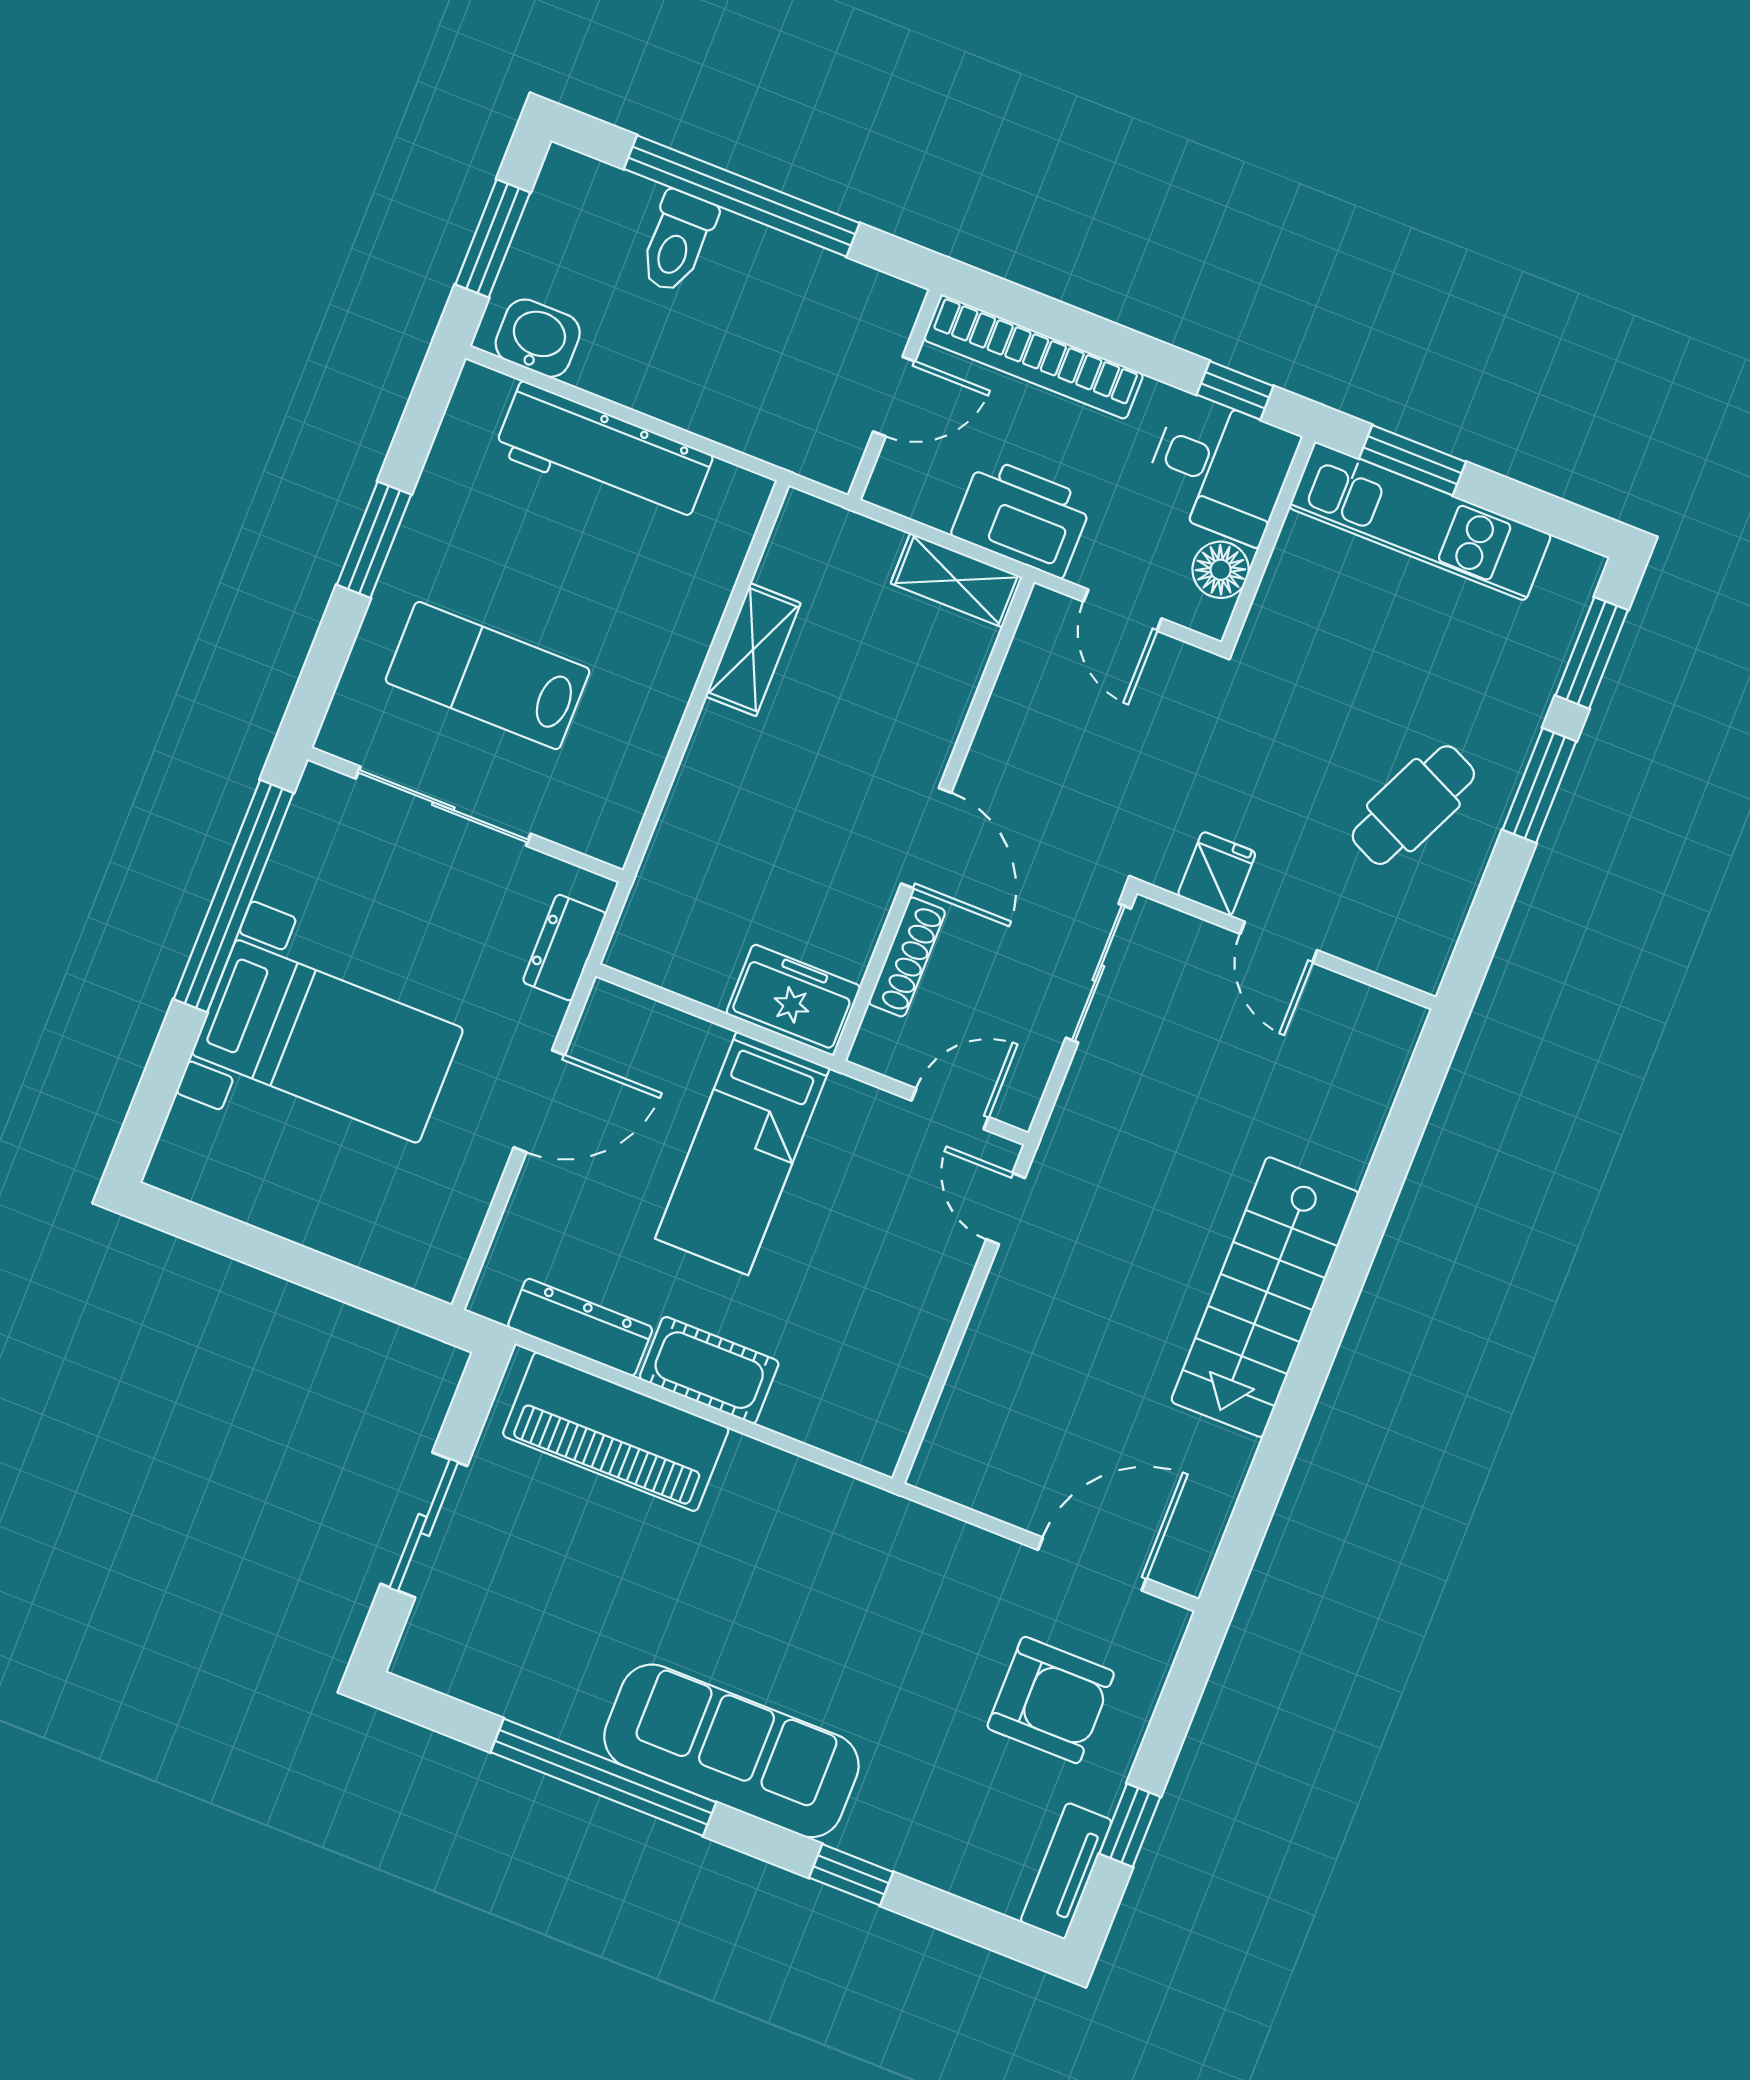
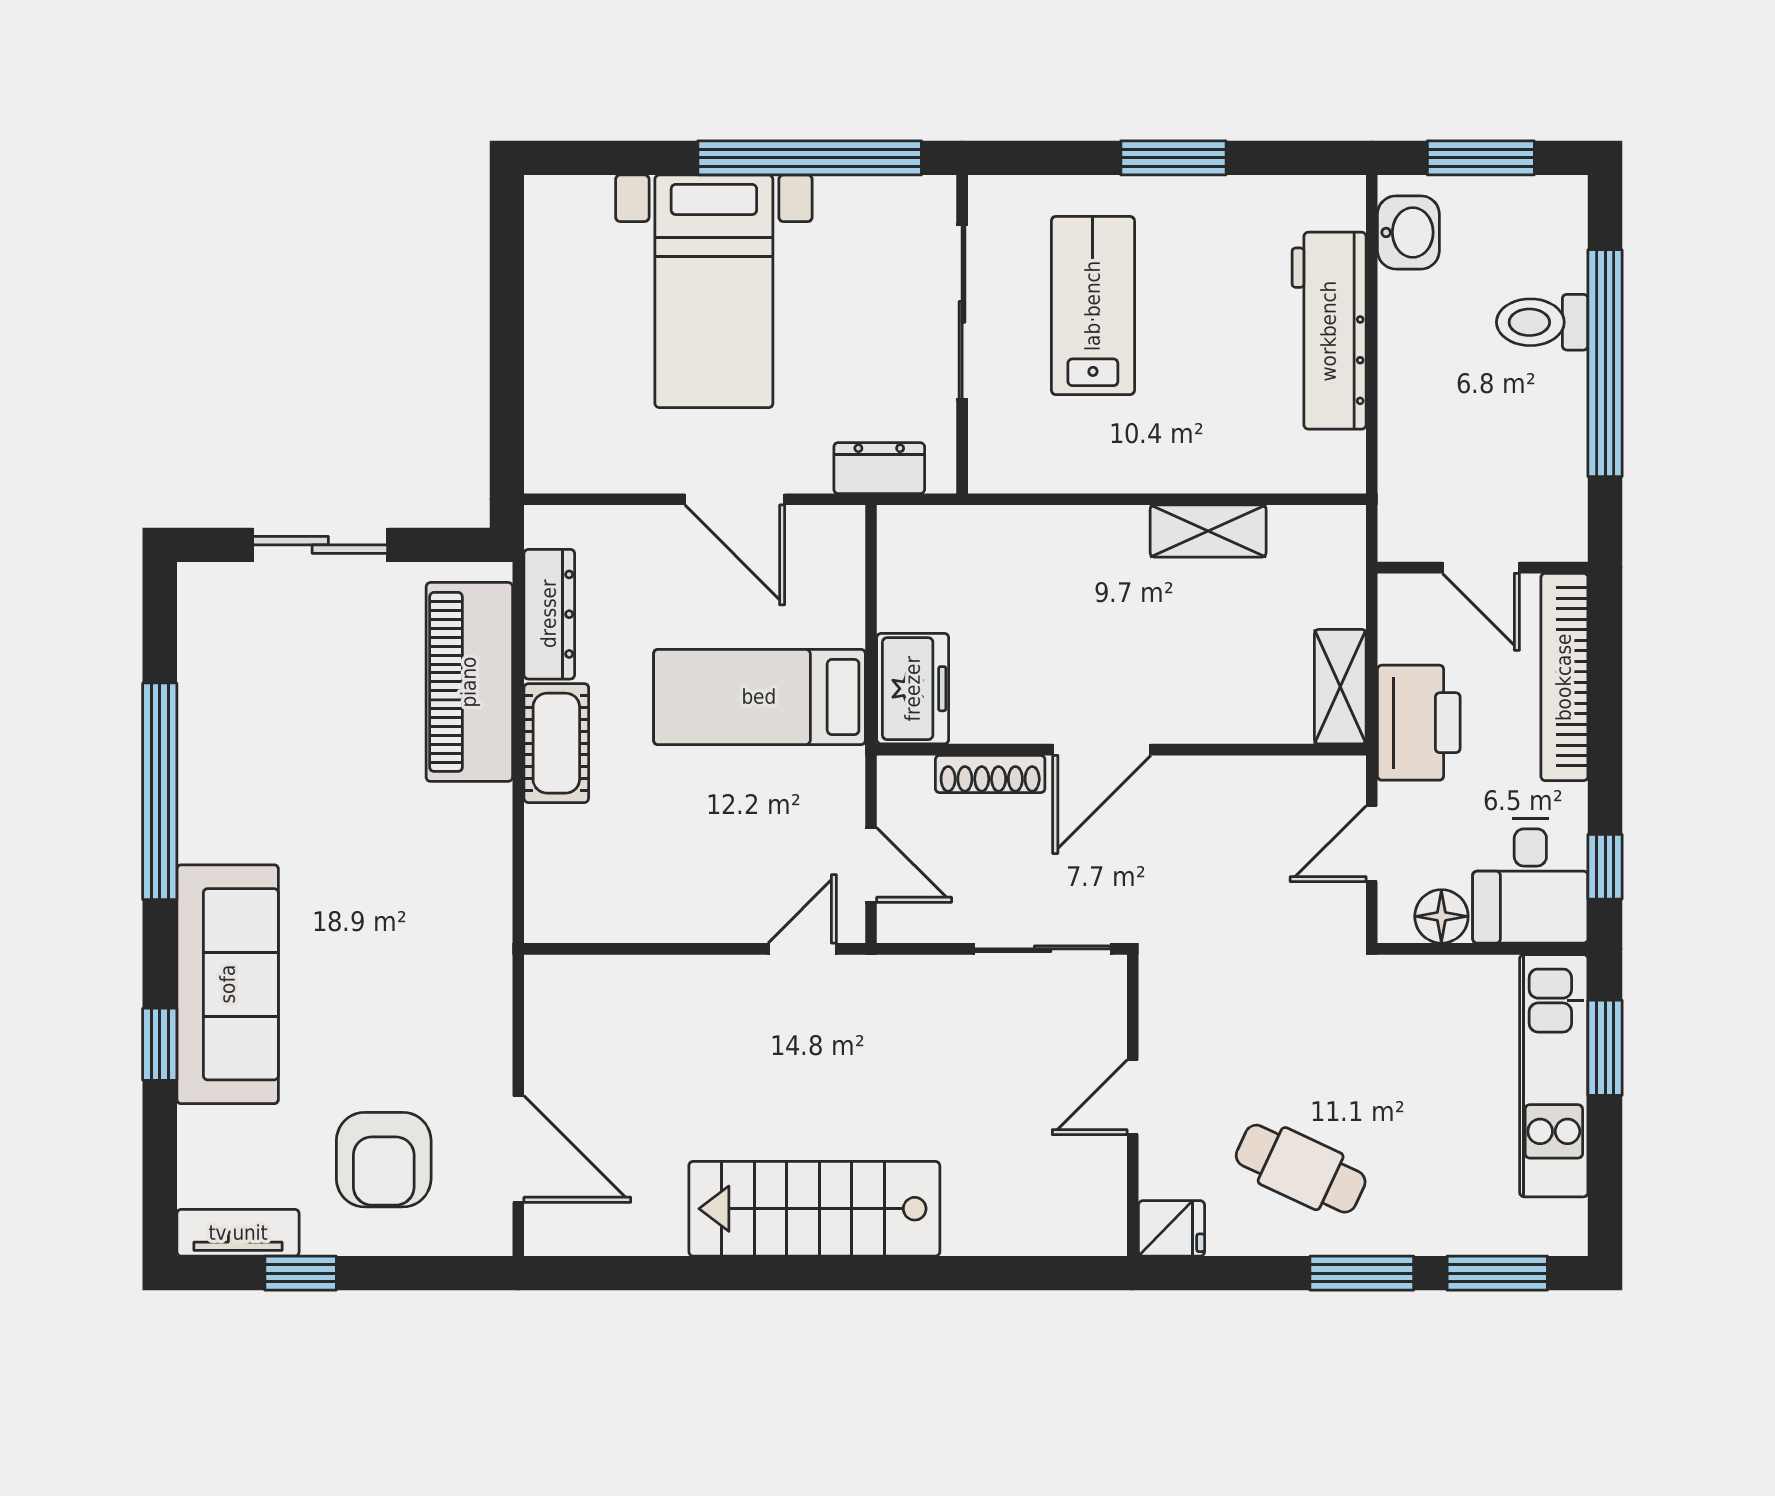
fridge: (1217, 874) -> (1171, 1228), moved
sofa: (731, 1751) -> (228, 984), moved

